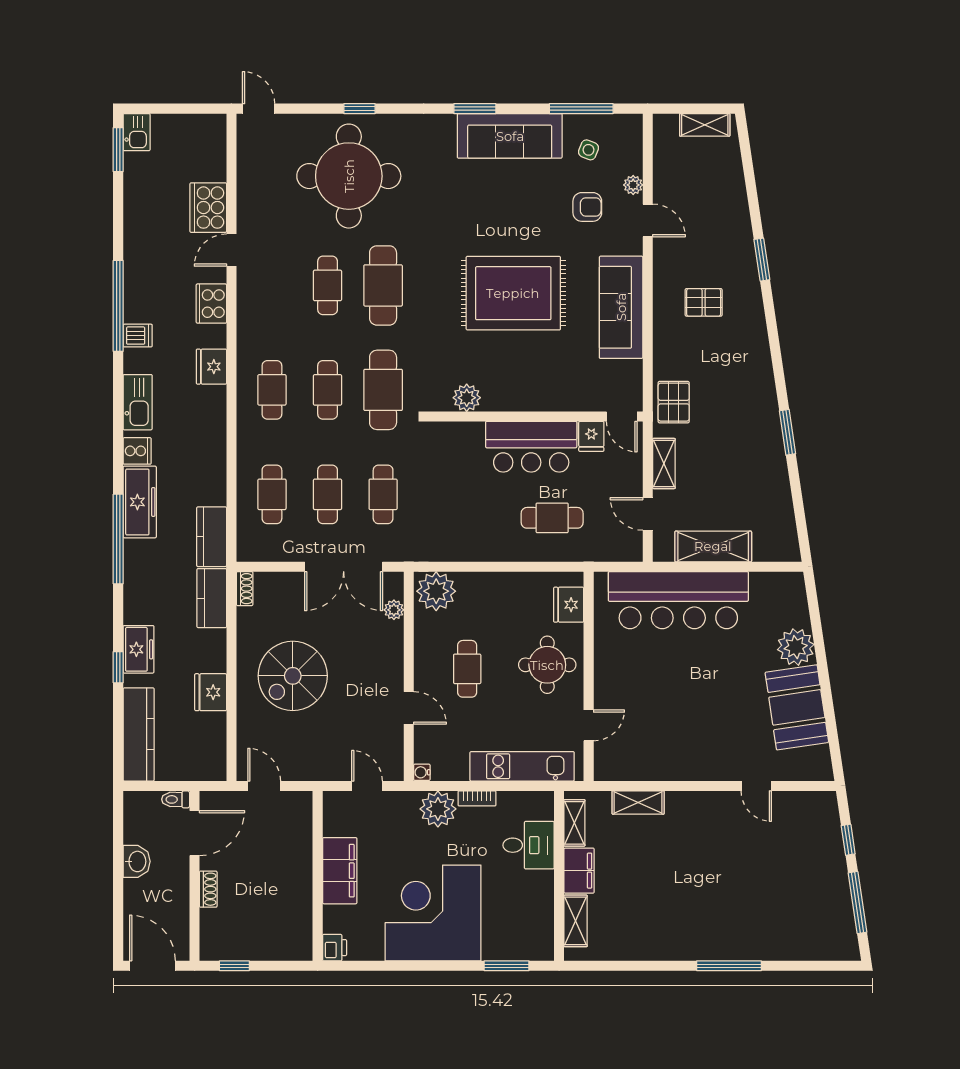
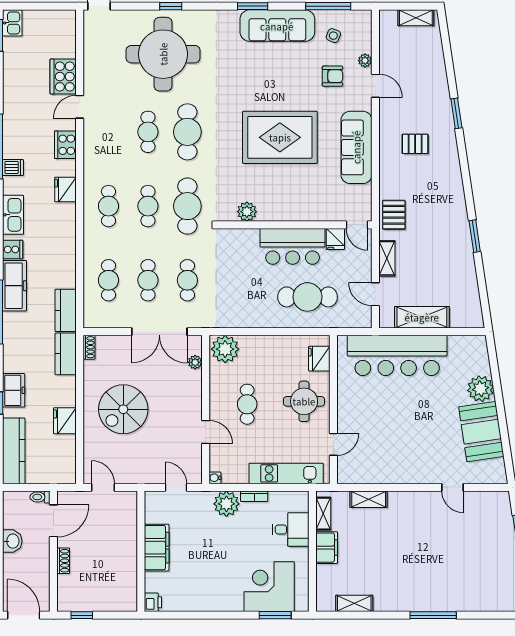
cafe table: (552, 518) -> (307, 297), width x1.37, depth x1.35
corner desk: (433, 913) -> (269, 587), moved, width x0.74, depth x0.74
shelving: (576, 921) -> (354, 603), moved, turned 90

